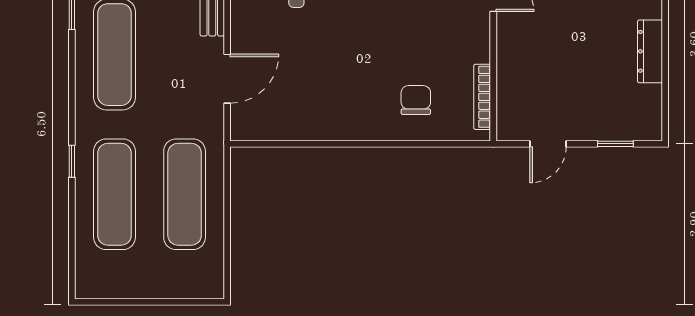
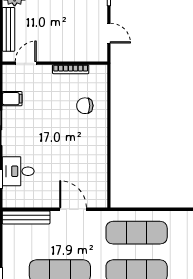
bookcase: (482, 97) -> (71, 69), moved

